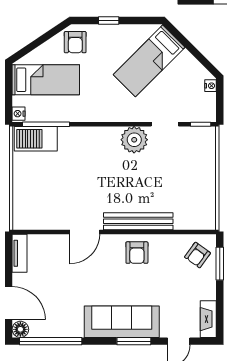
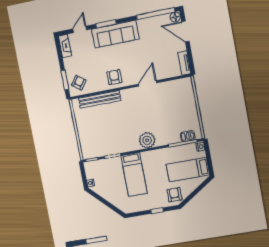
bed: (149, 61) -> (134, 175), moved, turned 135
barbecue: (36, 139) -> (188, 136), width x0.53, depth x0.65
plant: (134, 140) -> (147, 140), moved
bench: (138, 221) -> (100, 99), moved

